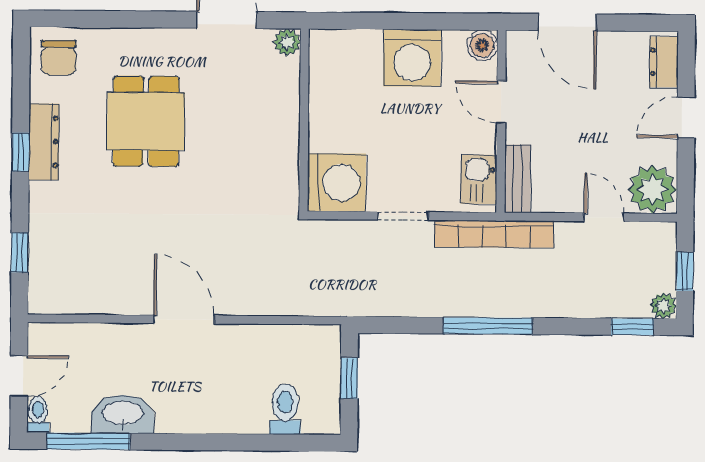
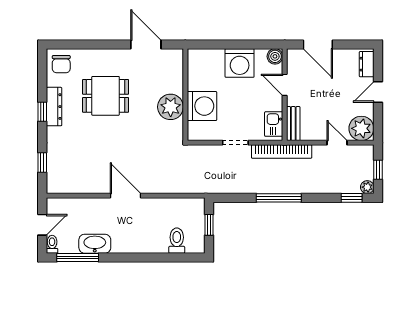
plant: (287, 42) -> (171, 107), moved, width x1.87, depth x1.87
dining table: (146, 121) -> (106, 96), turned 90
washing machine: (337, 182) -> (202, 106), moved

